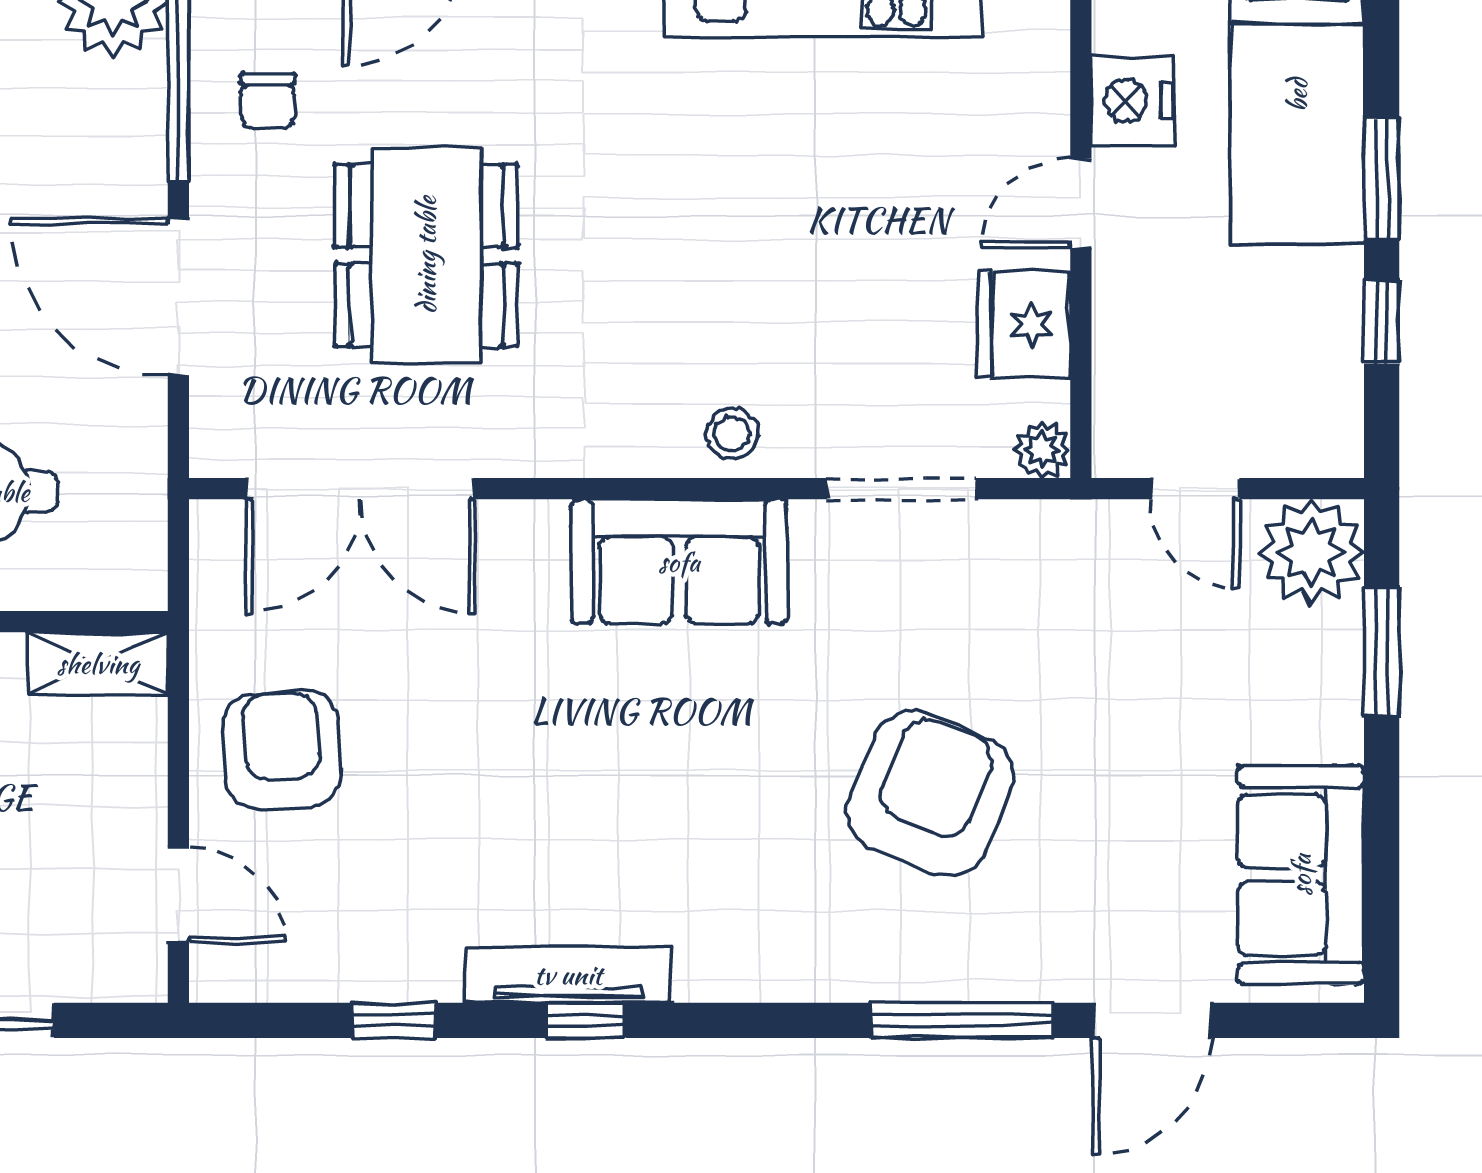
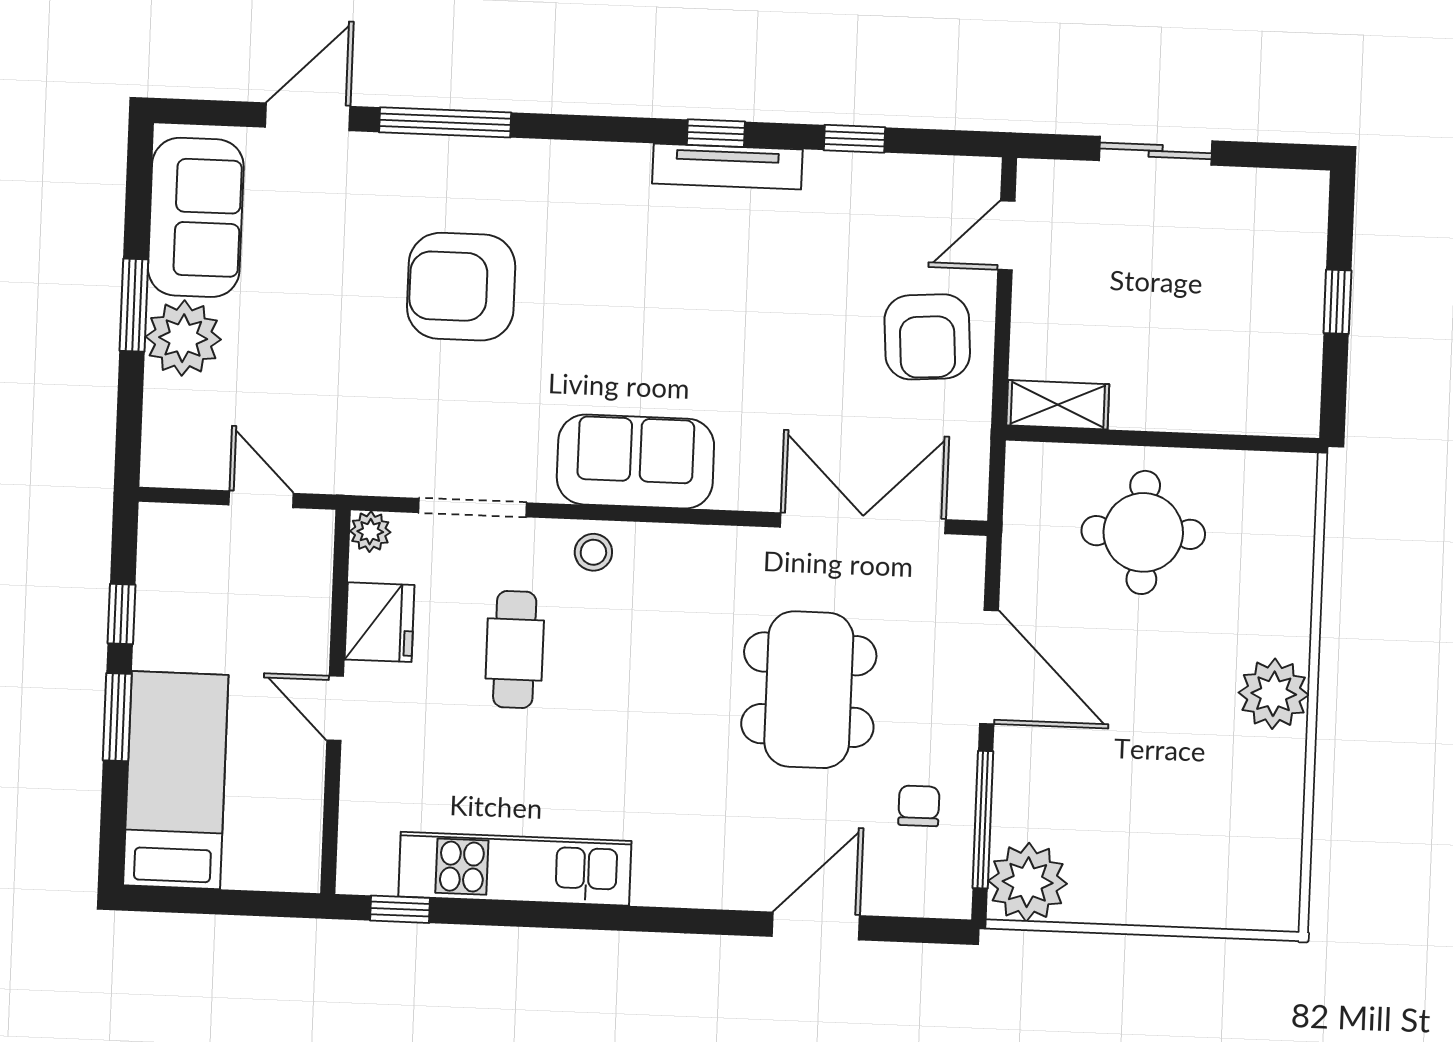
nightstand: (1132, 101) -> (295, 781), removed
door: (1081, 203) -> (335, 708), swing flipped
cafe table: (836, 295) -> (515, 650), added
plant: (1312, 552) -> (183, 338), moved
window: (1382, 652) -> (134, 305), moved
armchair: (930, 794) -> (461, 287), turned 67
door: (178, 895) -> (1006, 235), hinge flipped

